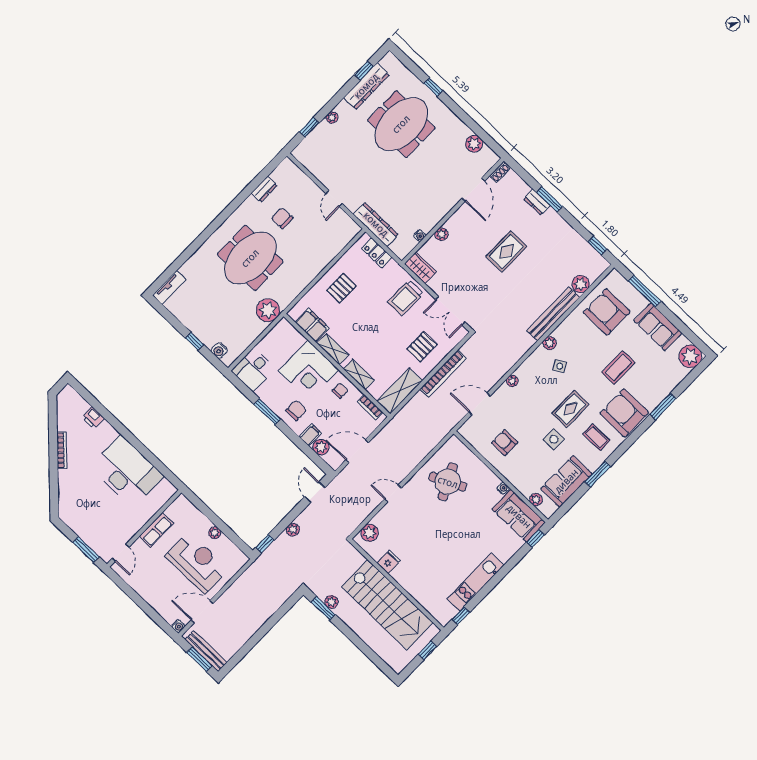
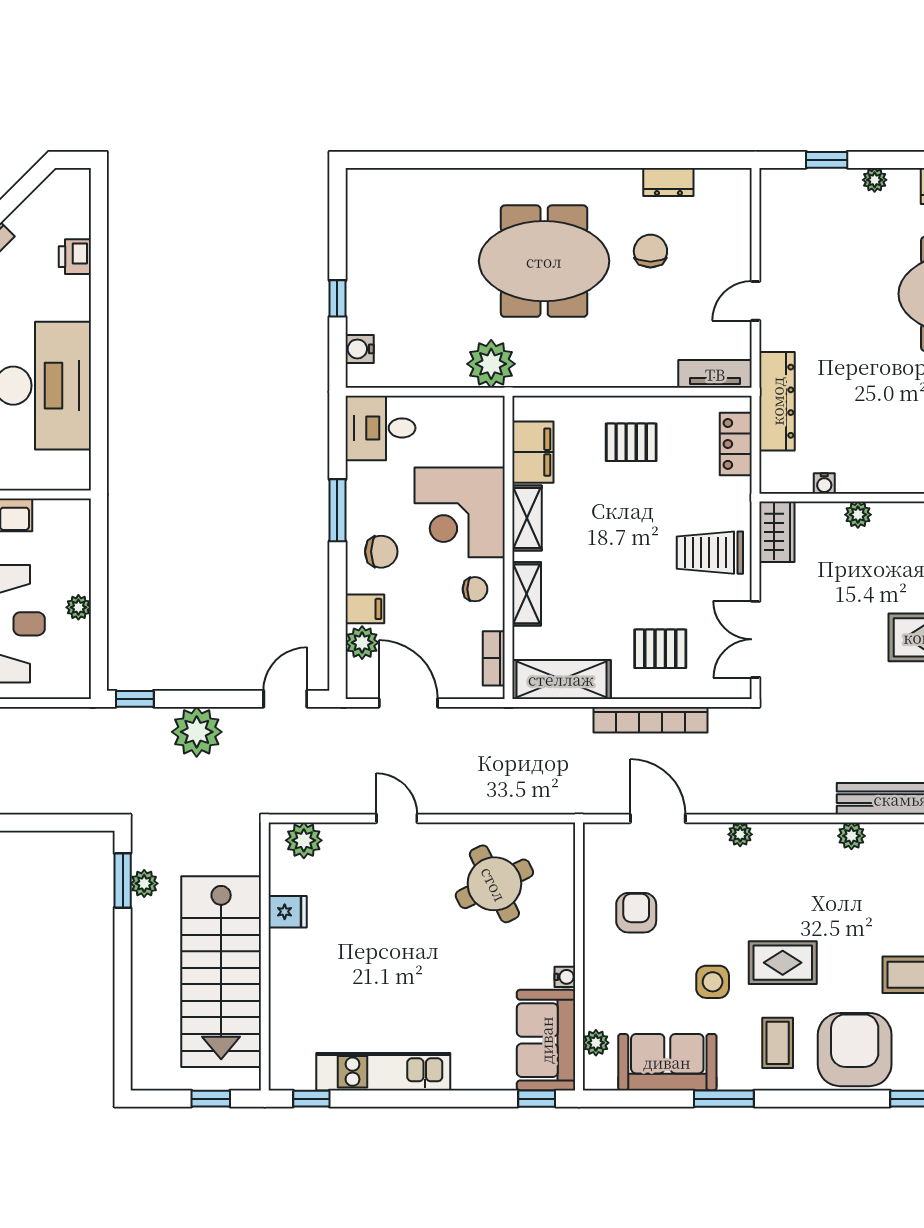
tv unit: (169, 287) -> (715, 374), moved, turned 180
side table: (560, 366) -> (832, 884), removed
plant: (293, 530) -> (197, 732), width x1.88, depth x1.88

